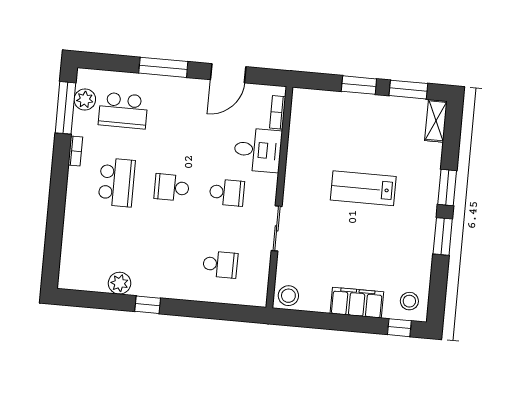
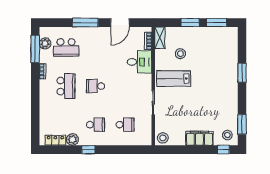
shelving: (436, 121) -> (160, 38), moved
stool: (336, 141) -> (180, 54), added
lab bench: (363, 188) -> (174, 79), moved
school desk: (227, 193) -> (96, 125), moved
window: (443, 236) -> (242, 124), moved
locker: (88, 282) -> (55, 140), added

